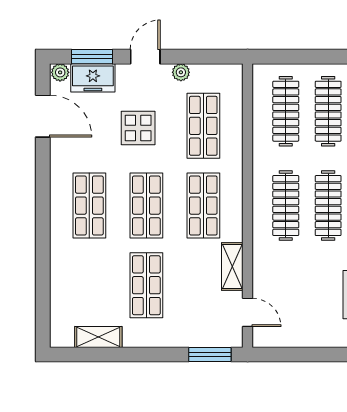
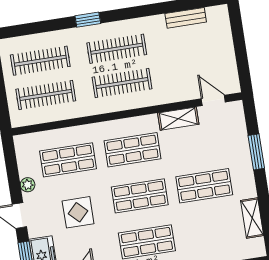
door: (248, 312) -> (213, 100), hinge flipped
window: (210, 354) -> (256, 152), moved

